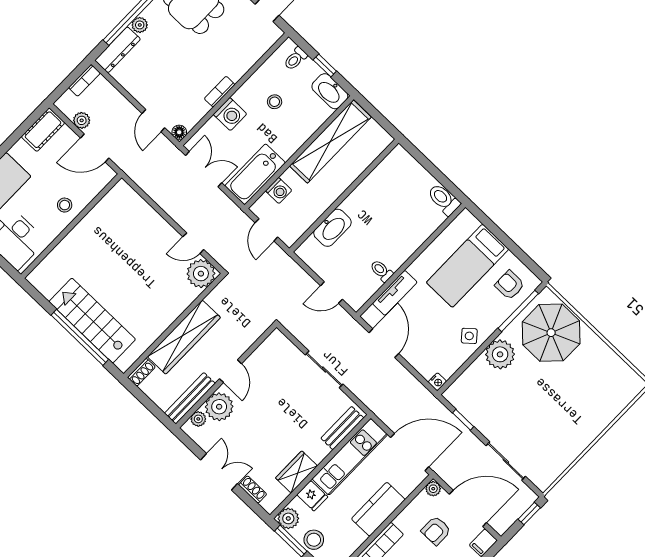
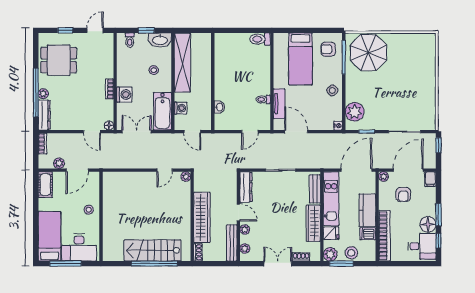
stool: (275, 102) -> (154, 70), moved
washbasin: (332, 228) -> (219, 107), width x0.52, depth x0.69
plant: (201, 274) -> (186, 176), width x0.53, depth x0.53
dresser: (267, 351) -> (246, 187), added
plant: (500, 354) -> (355, 112), moved
plant: (219, 407) -> (245, 230), width x0.53, depth x0.53
wardrobe: (296, 472) -> (313, 223), width x1.50
dishwasher: (353, 536) -> (368, 234), added

